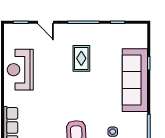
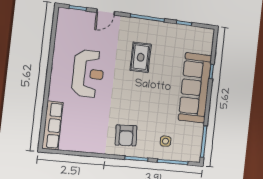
door: (46, 22) -> (106, 12), hinge flipped
reception desk: (20, 70) -> (88, 74), moved, turned 180

